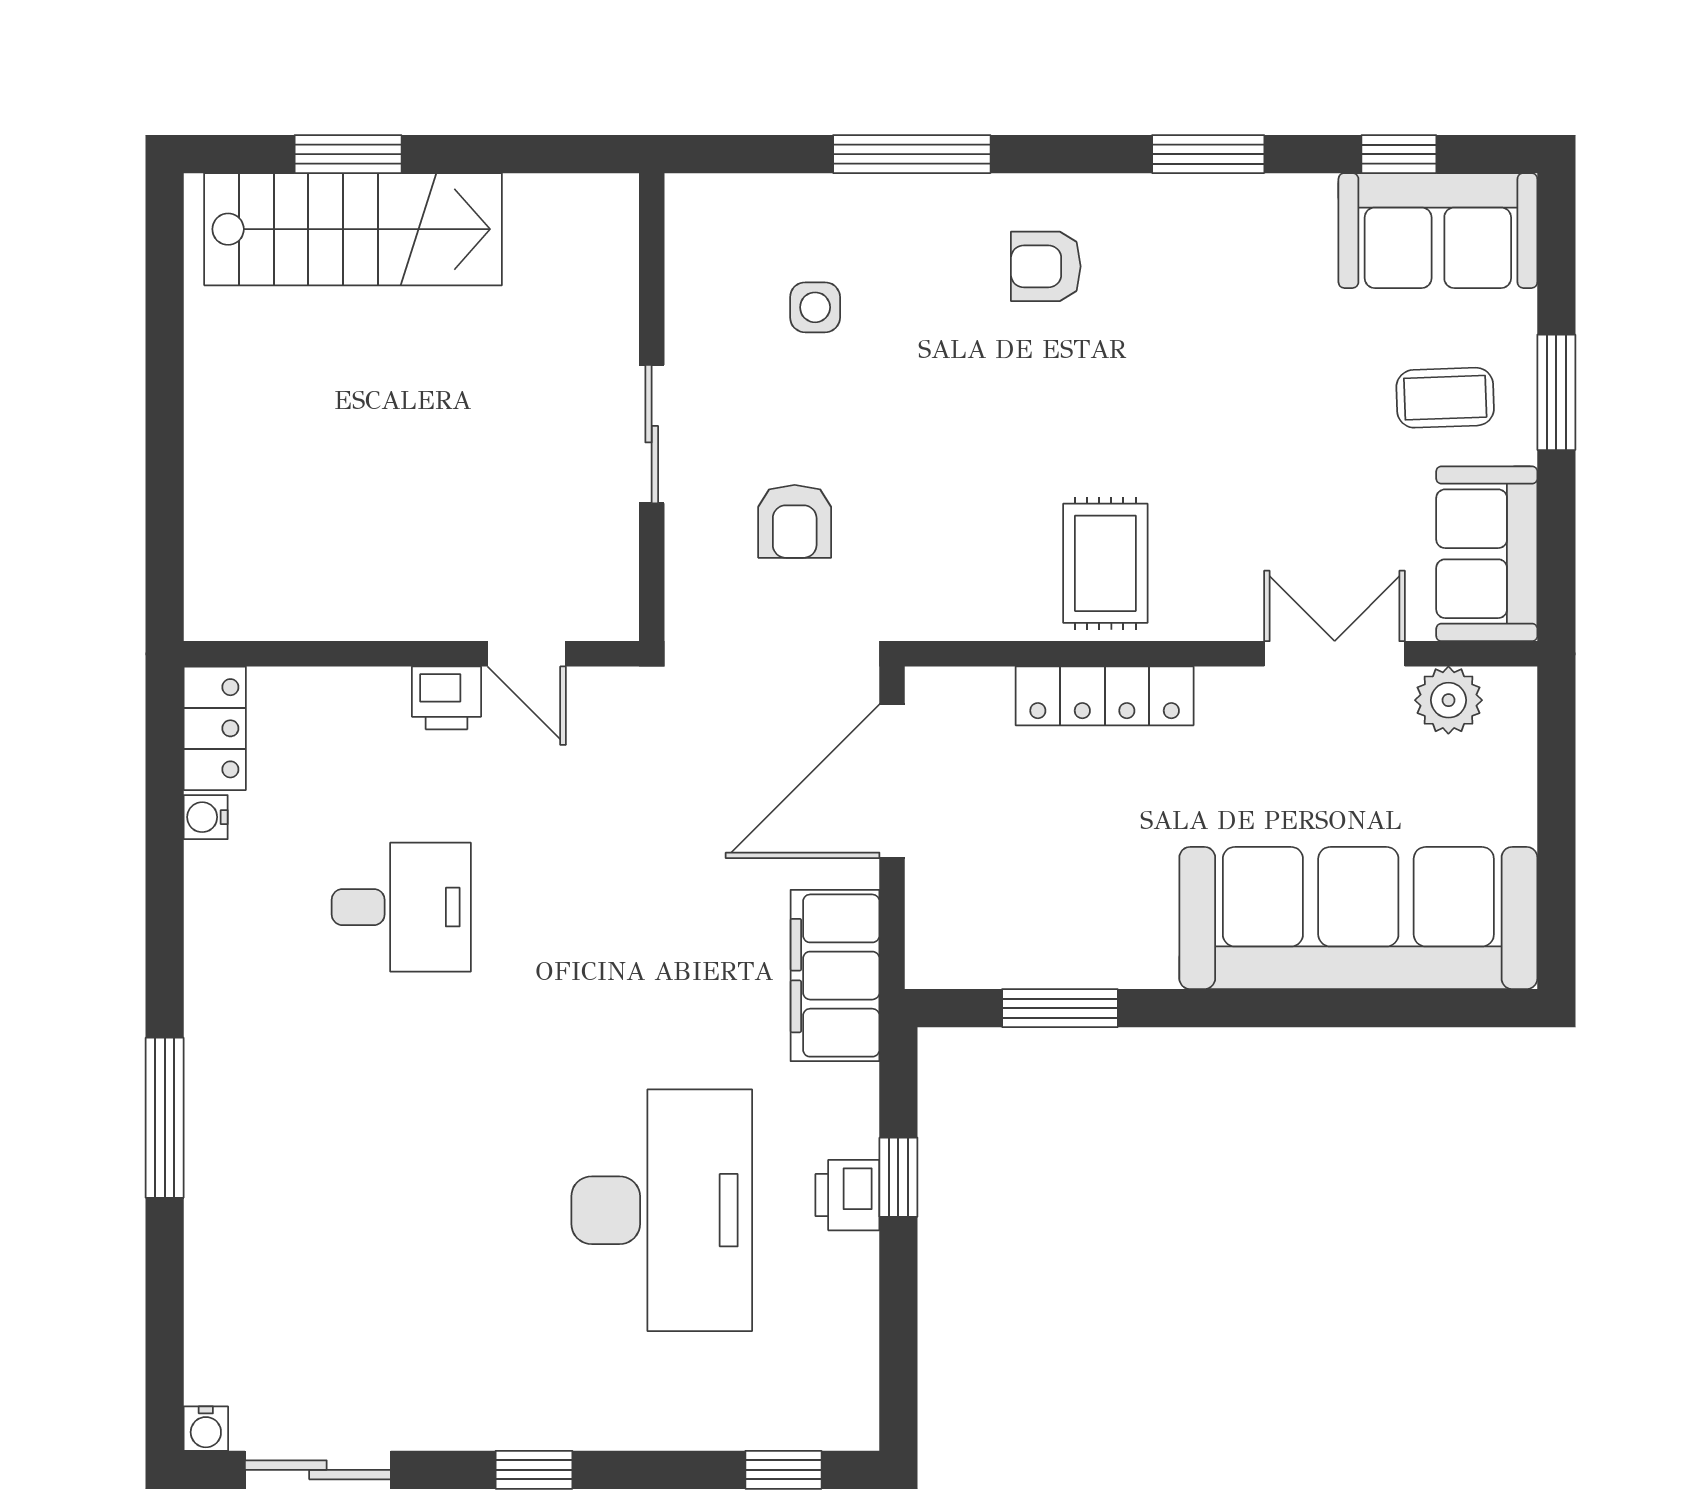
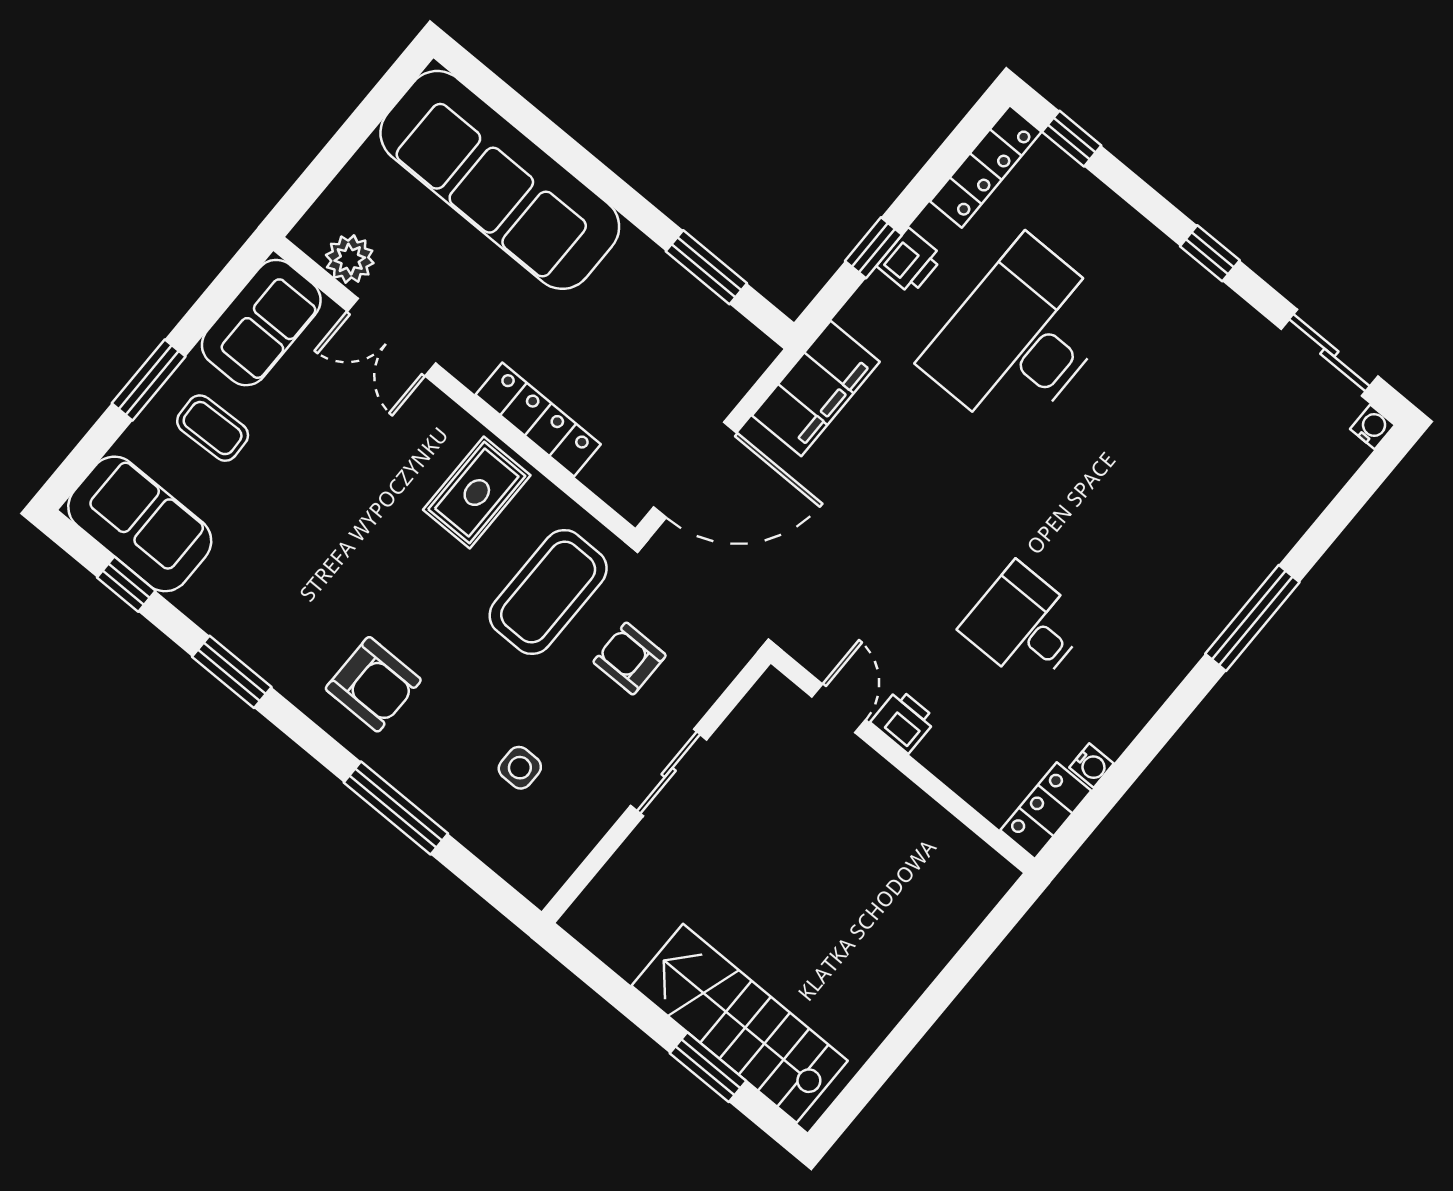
armchair: (1046, 266) -> (373, 684), width x1.38, depth x1.38
coffee table: (941, 520) -> (548, 592), added
armchair: (795, 521) -> (630, 659), turned -90
locker: (851, 1364) -> (986, 166), added

